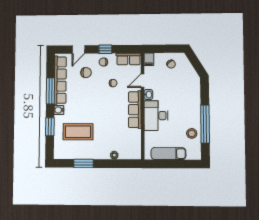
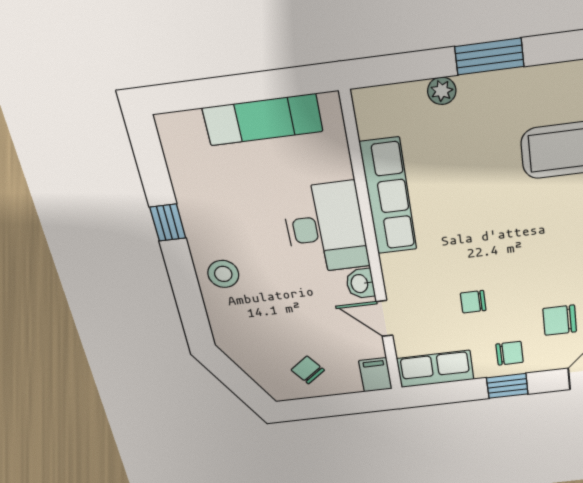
door: (143, 81) -> (384, 318), swing flipped
row of seats: (135, 110) -> (388, 197), moved
window: (205, 124) -> (168, 223), width x0.32
stool: (192, 133) -> (223, 274), moved
window: (83, 163) -> (489, 57), moved

